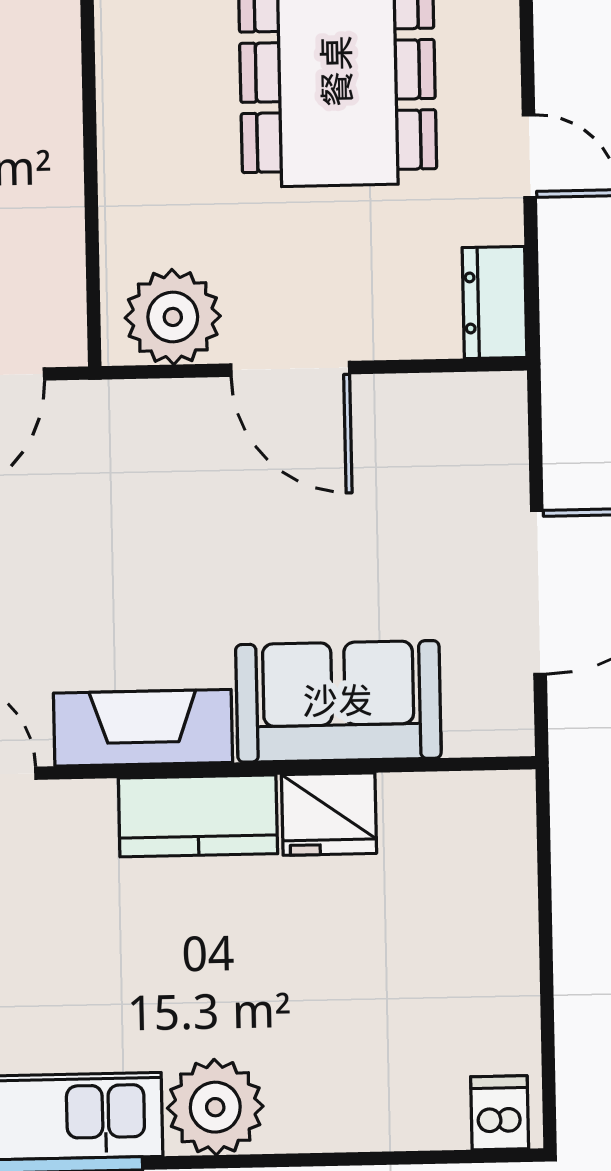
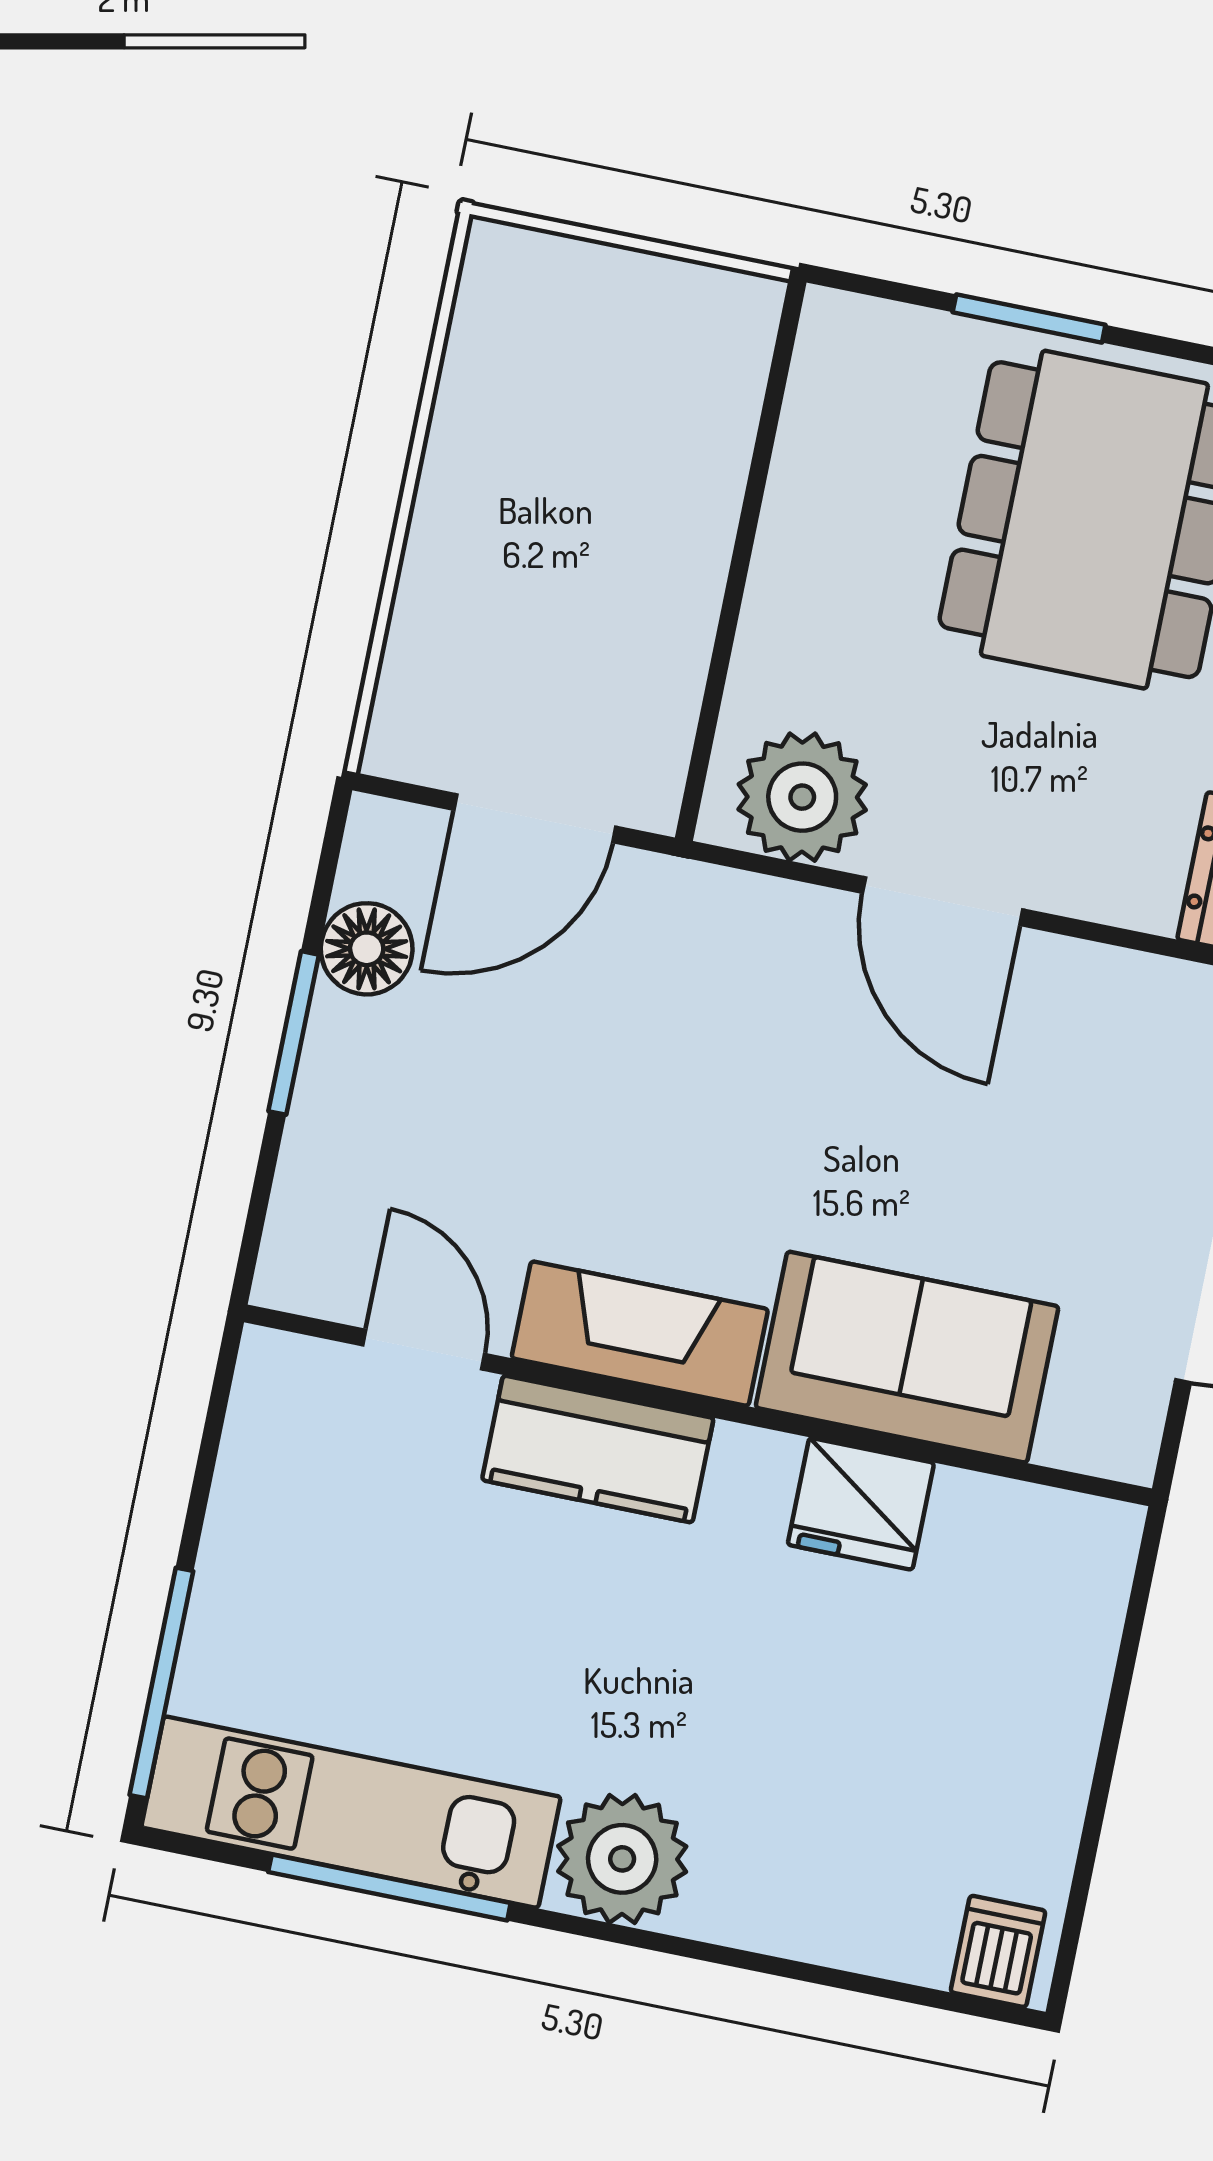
kitchen counter: (198, 816) -> (598, 1449), moved

